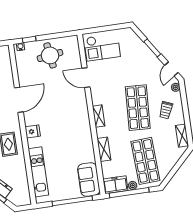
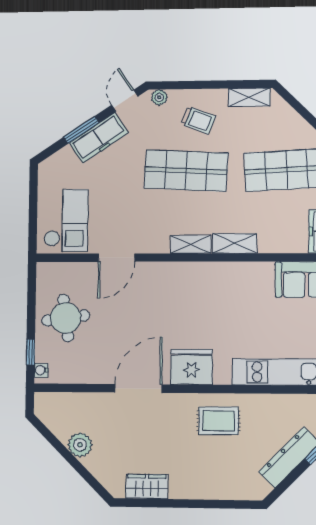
freezer: (149, 58) -> (99, 138), added
door: (171, 69) -> (125, 101), swing flipped
door: (19, 100) -> (138, 388), hinge flipped
fridge: (33, 131) -> (191, 367), width x1.88, depth x1.34
shelving: (104, 149) -> (235, 243), moved

